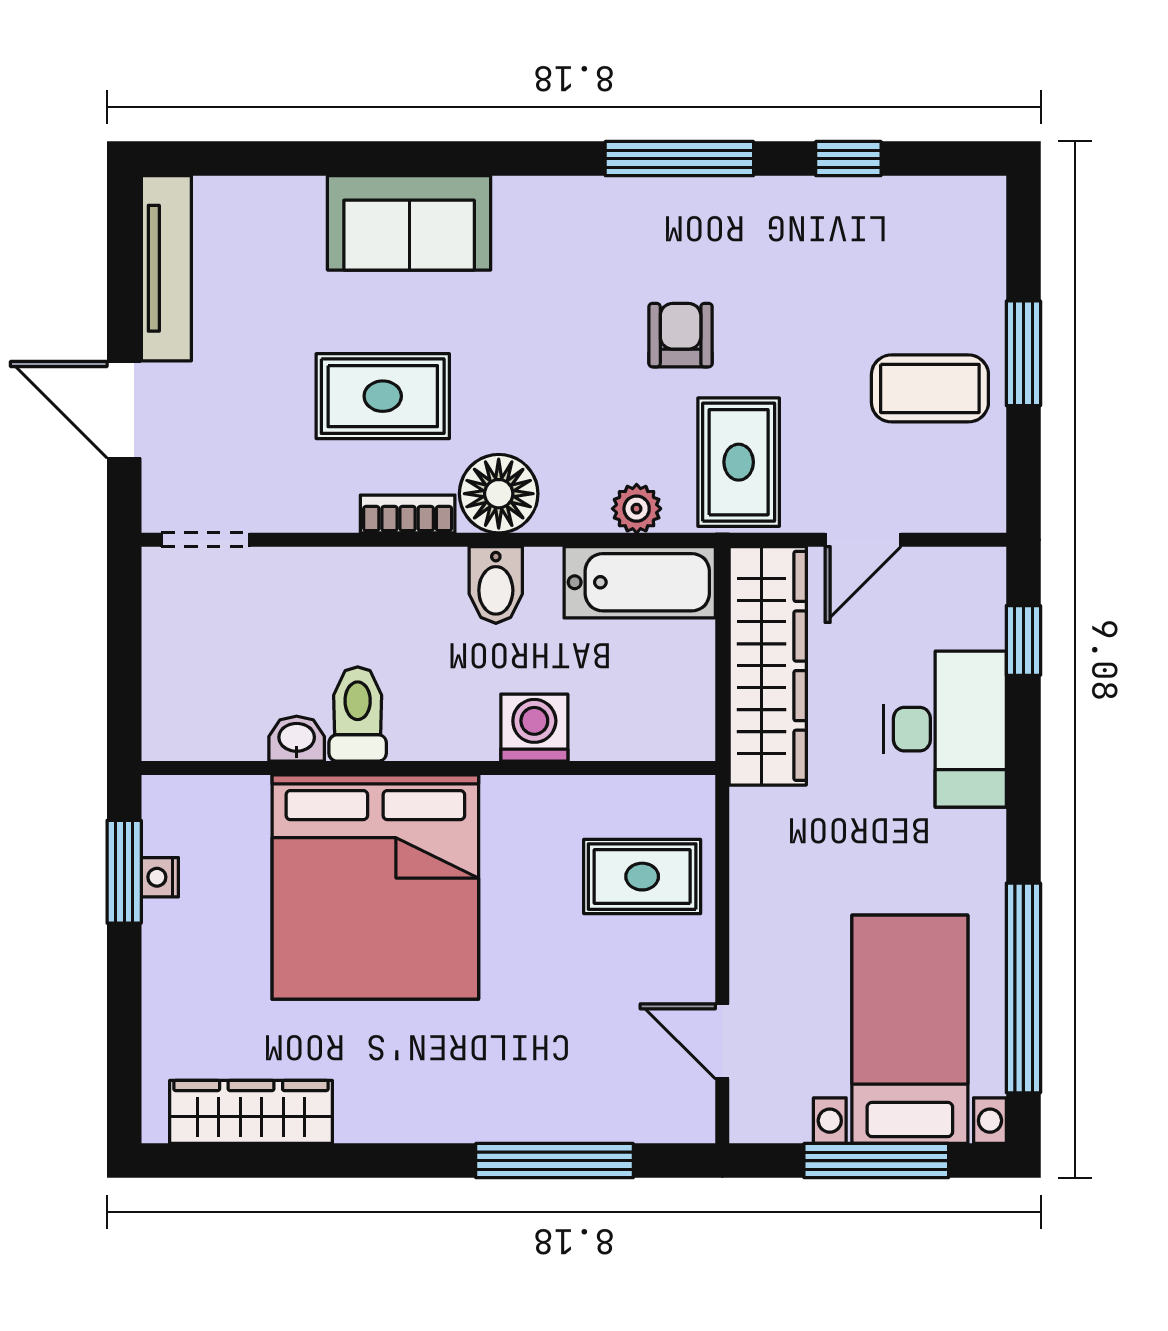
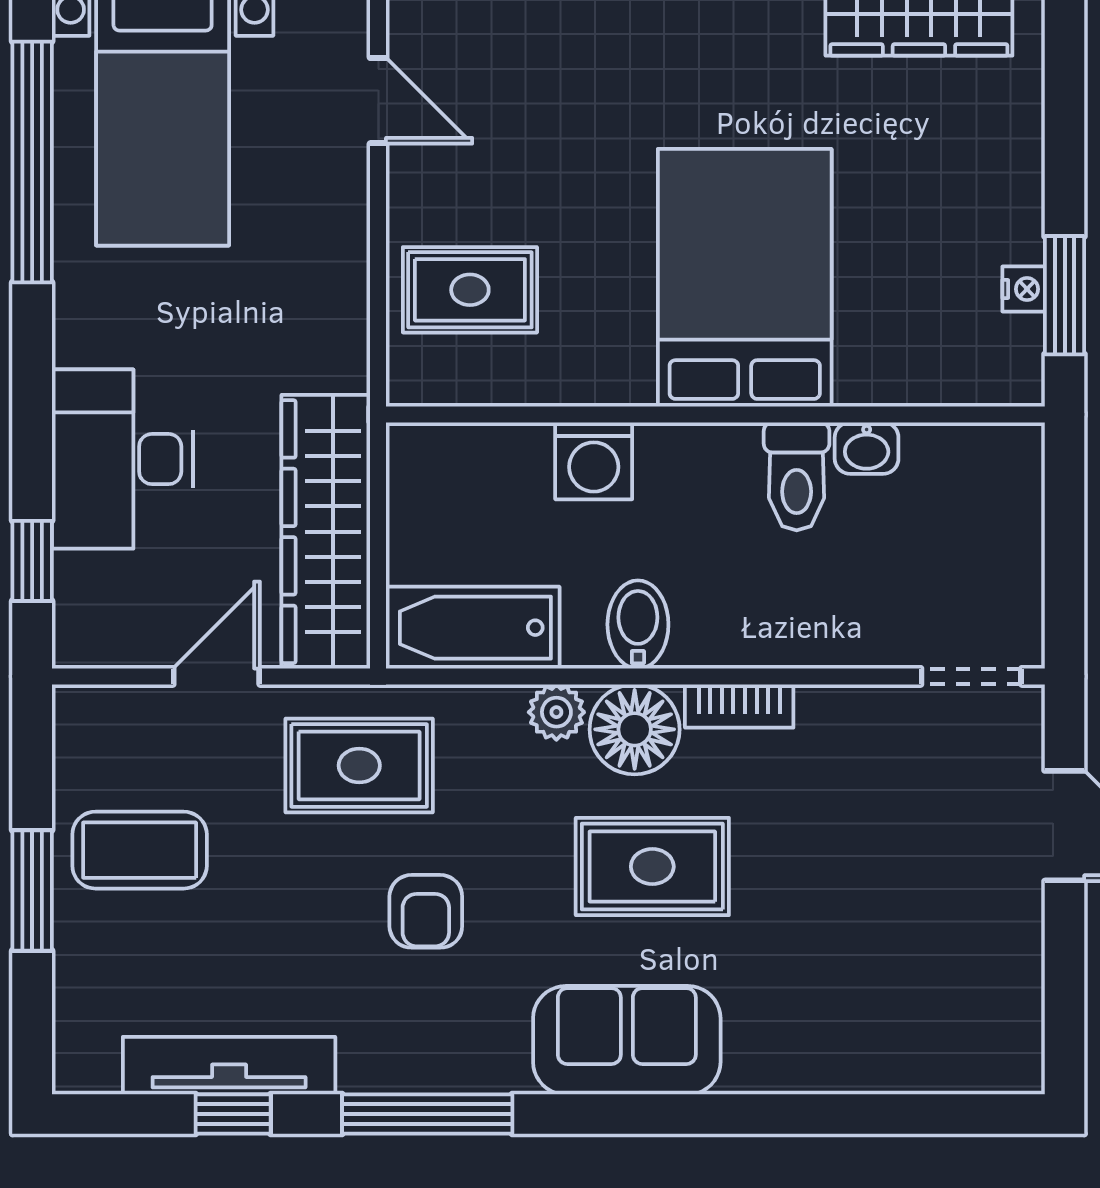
sofa: (409, 223) -> (627, 1040), moved
tv unit: (166, 268) -> (229, 1066), moved, turned 90
rug: (383, 396) -> (652, 867), moved
rug: (739, 462) -> (359, 765), turned 90
plant: (637, 509) -> (556, 712), moved
bed: (375, 887) -> (745, 278), width x0.73

